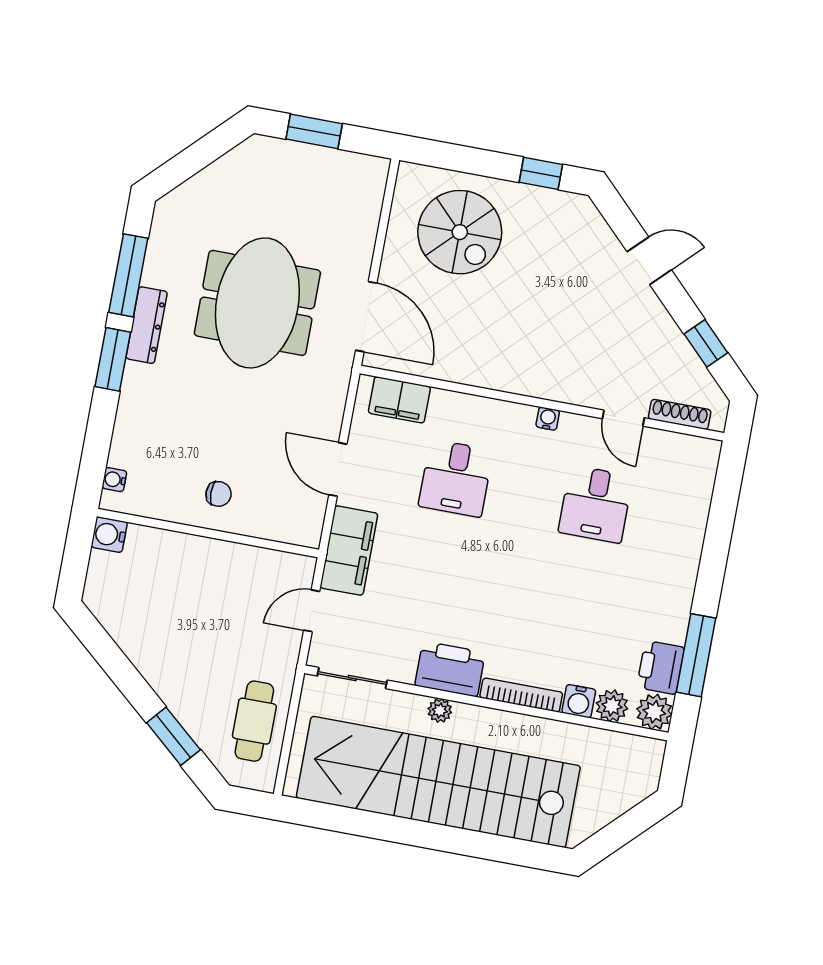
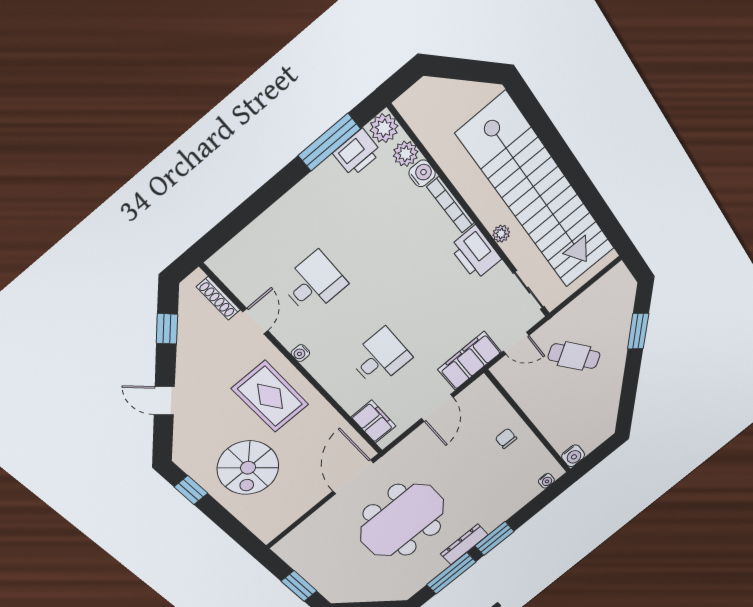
spiral stairs: (460, 232) -> (248, 468), moved, turned 180
rug: (541, 346) -> (270, 396), added
cafe table: (254, 721) -> (574, 356), moved, turned 54

